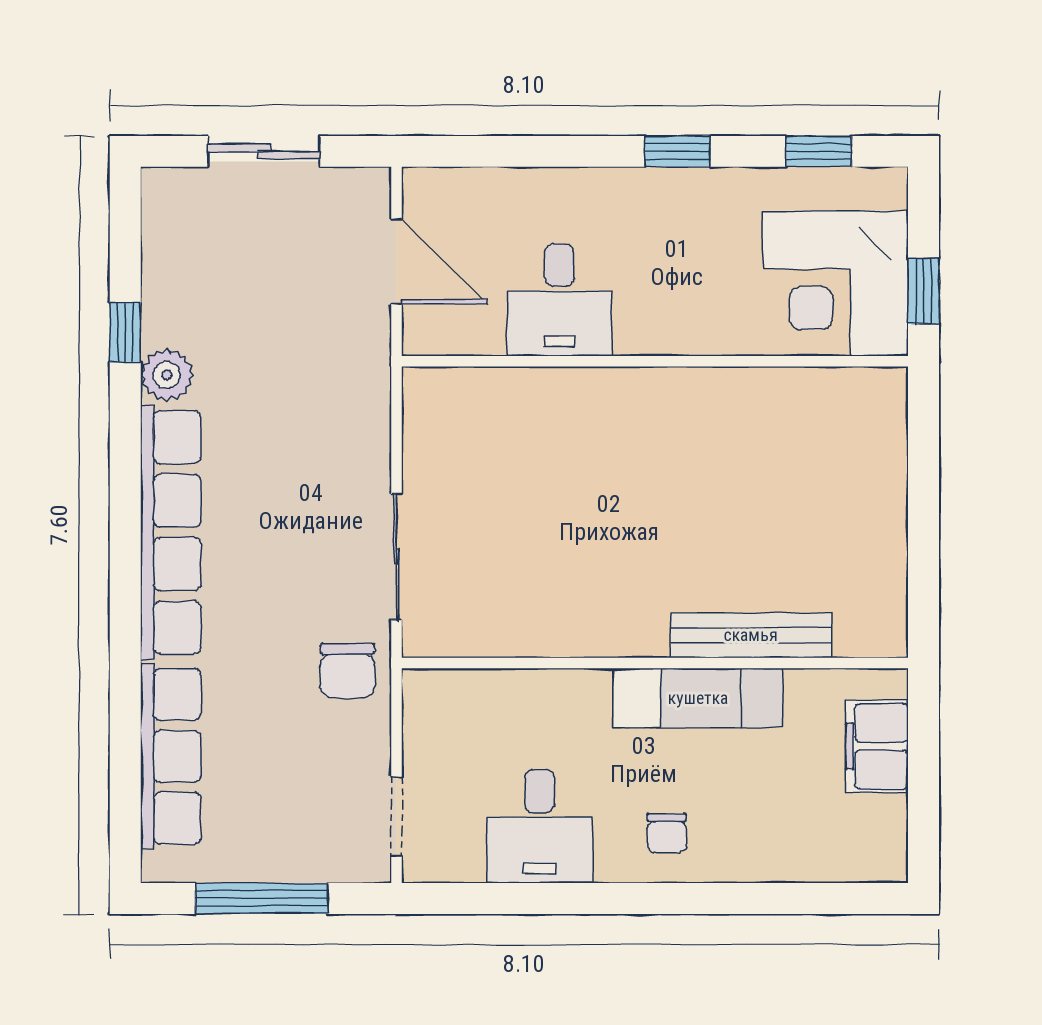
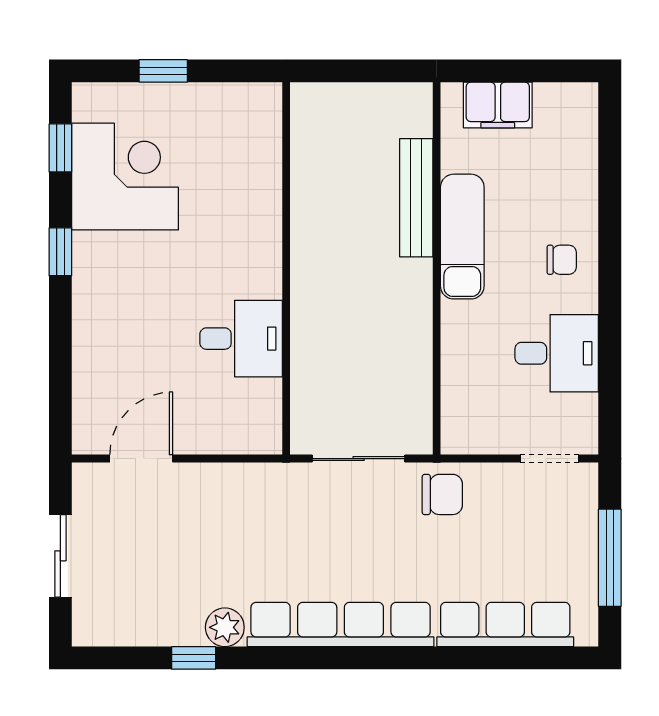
corner desk: (836, 283) -> (125, 177), moved, turned -90
desk: (560, 300) -> (241, 339), moved
wall: (655, 361) -> (286, 268), moved

